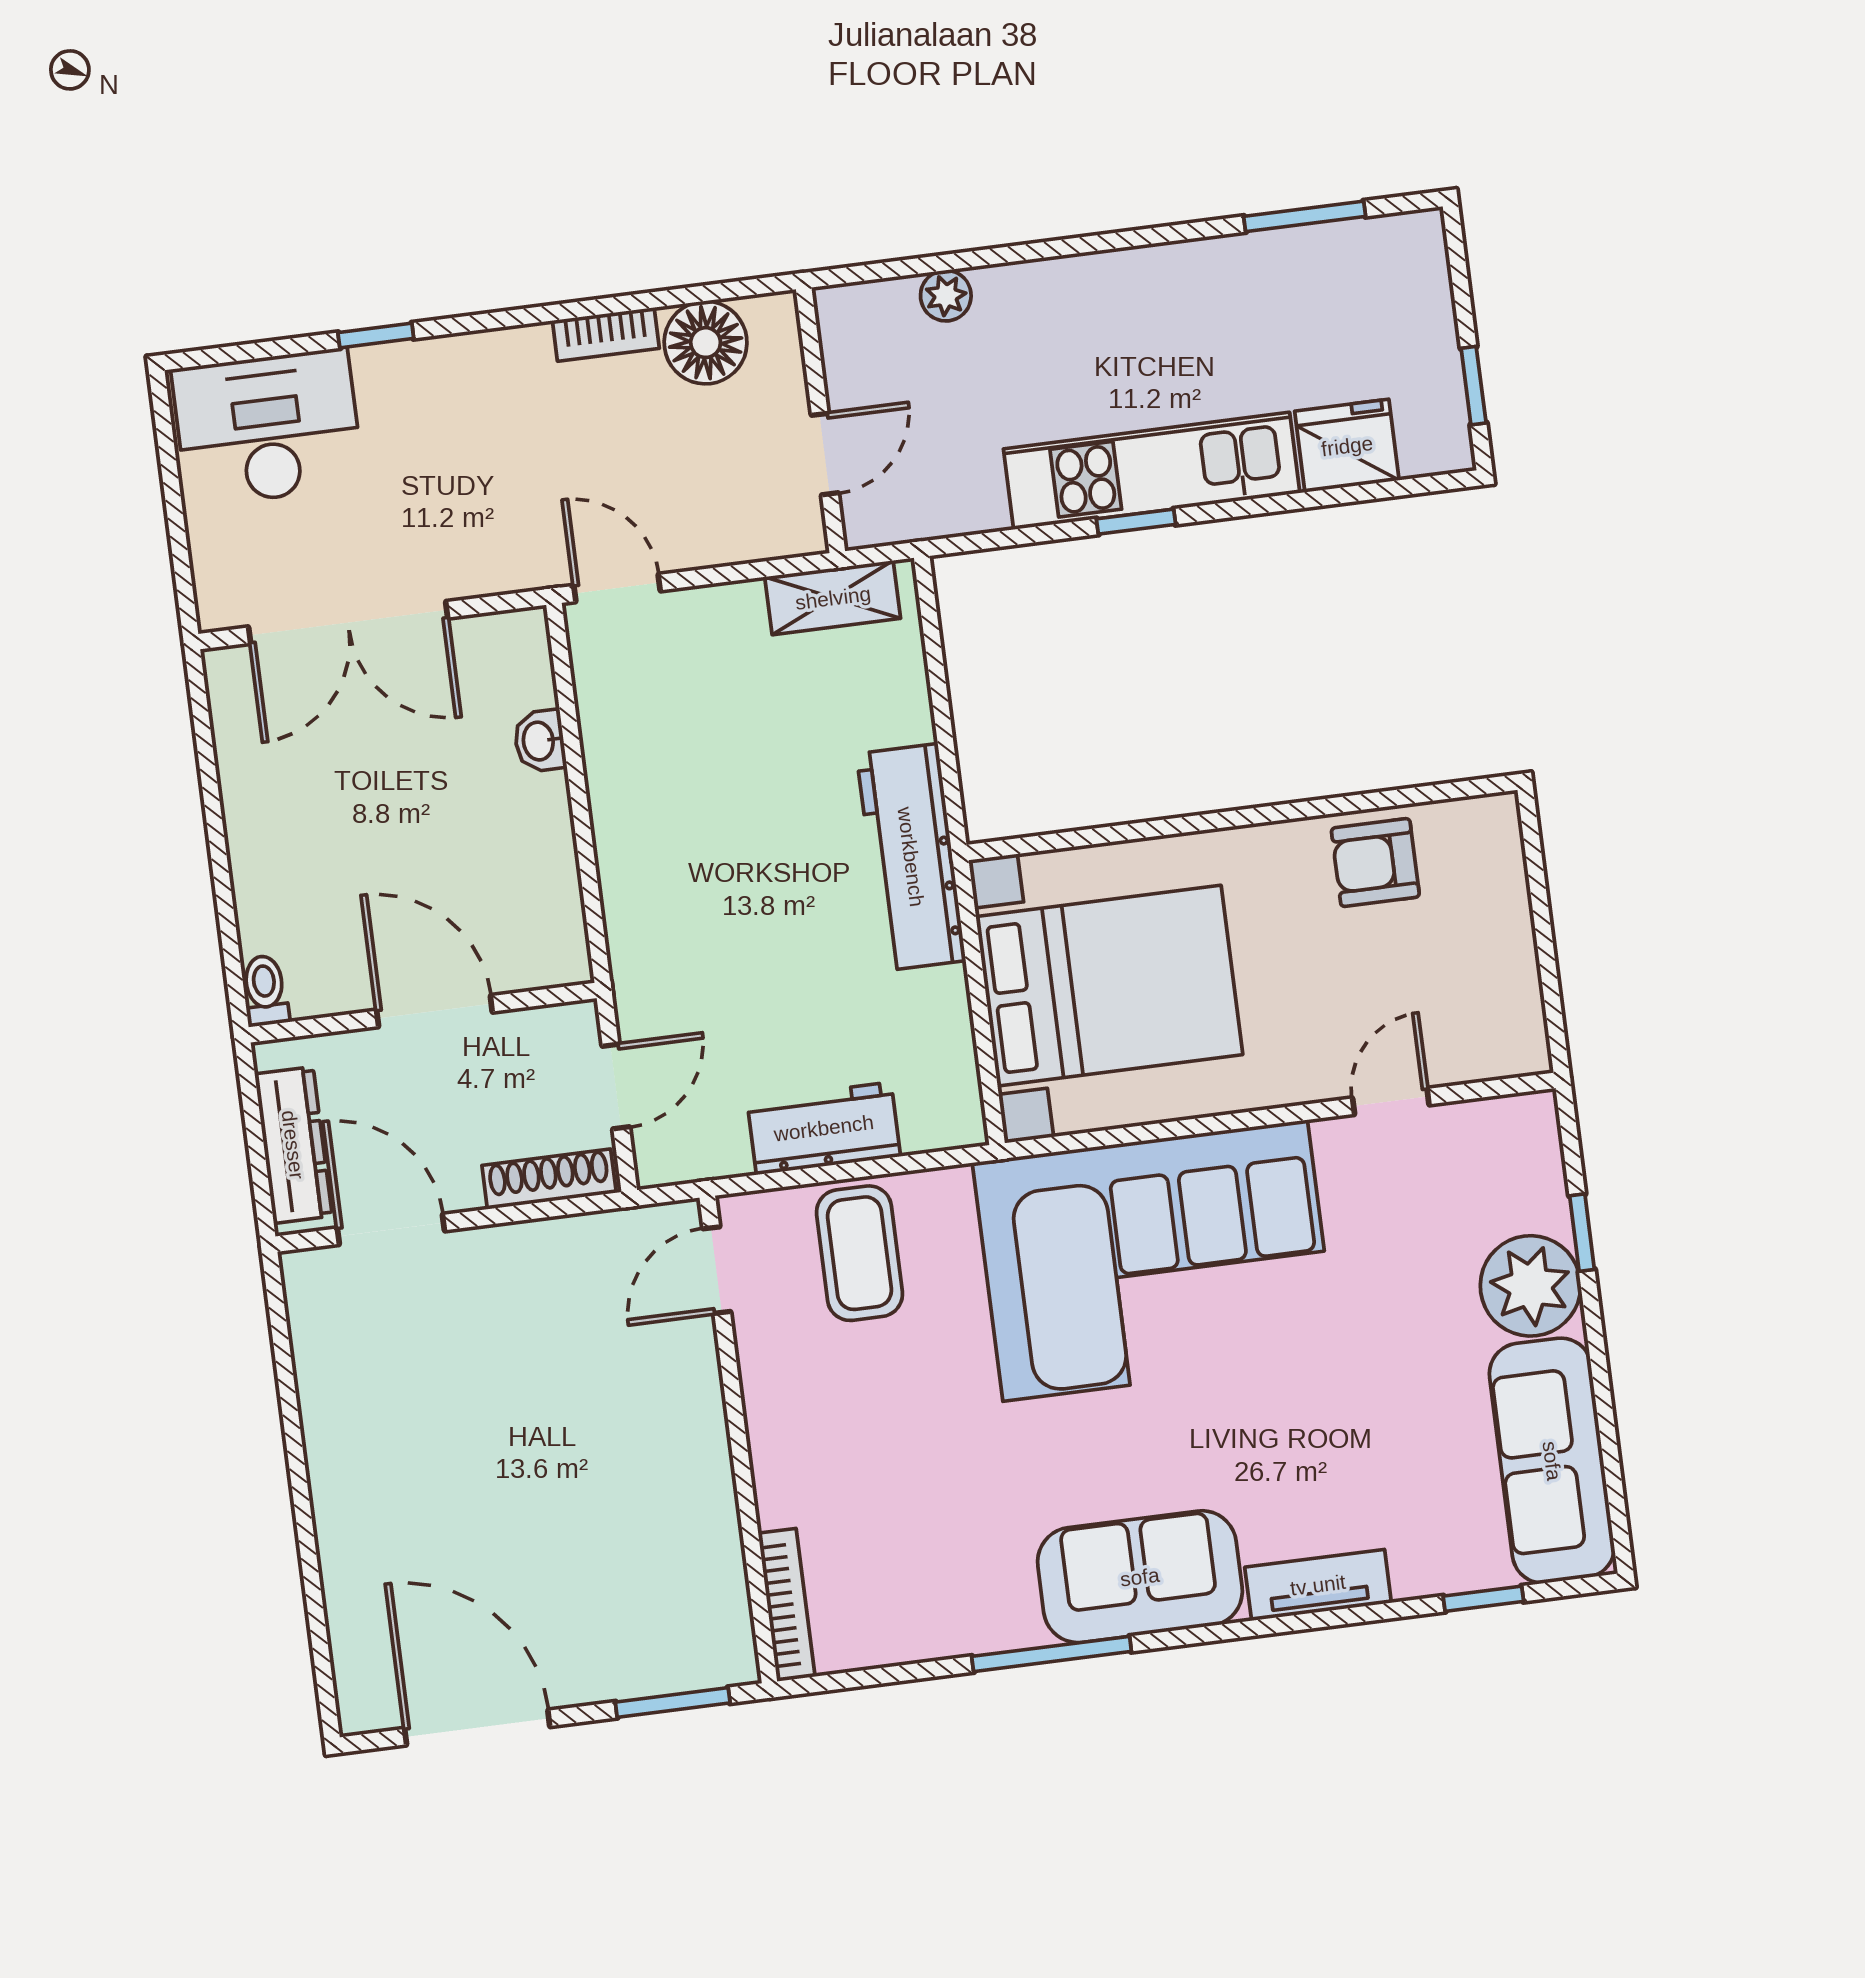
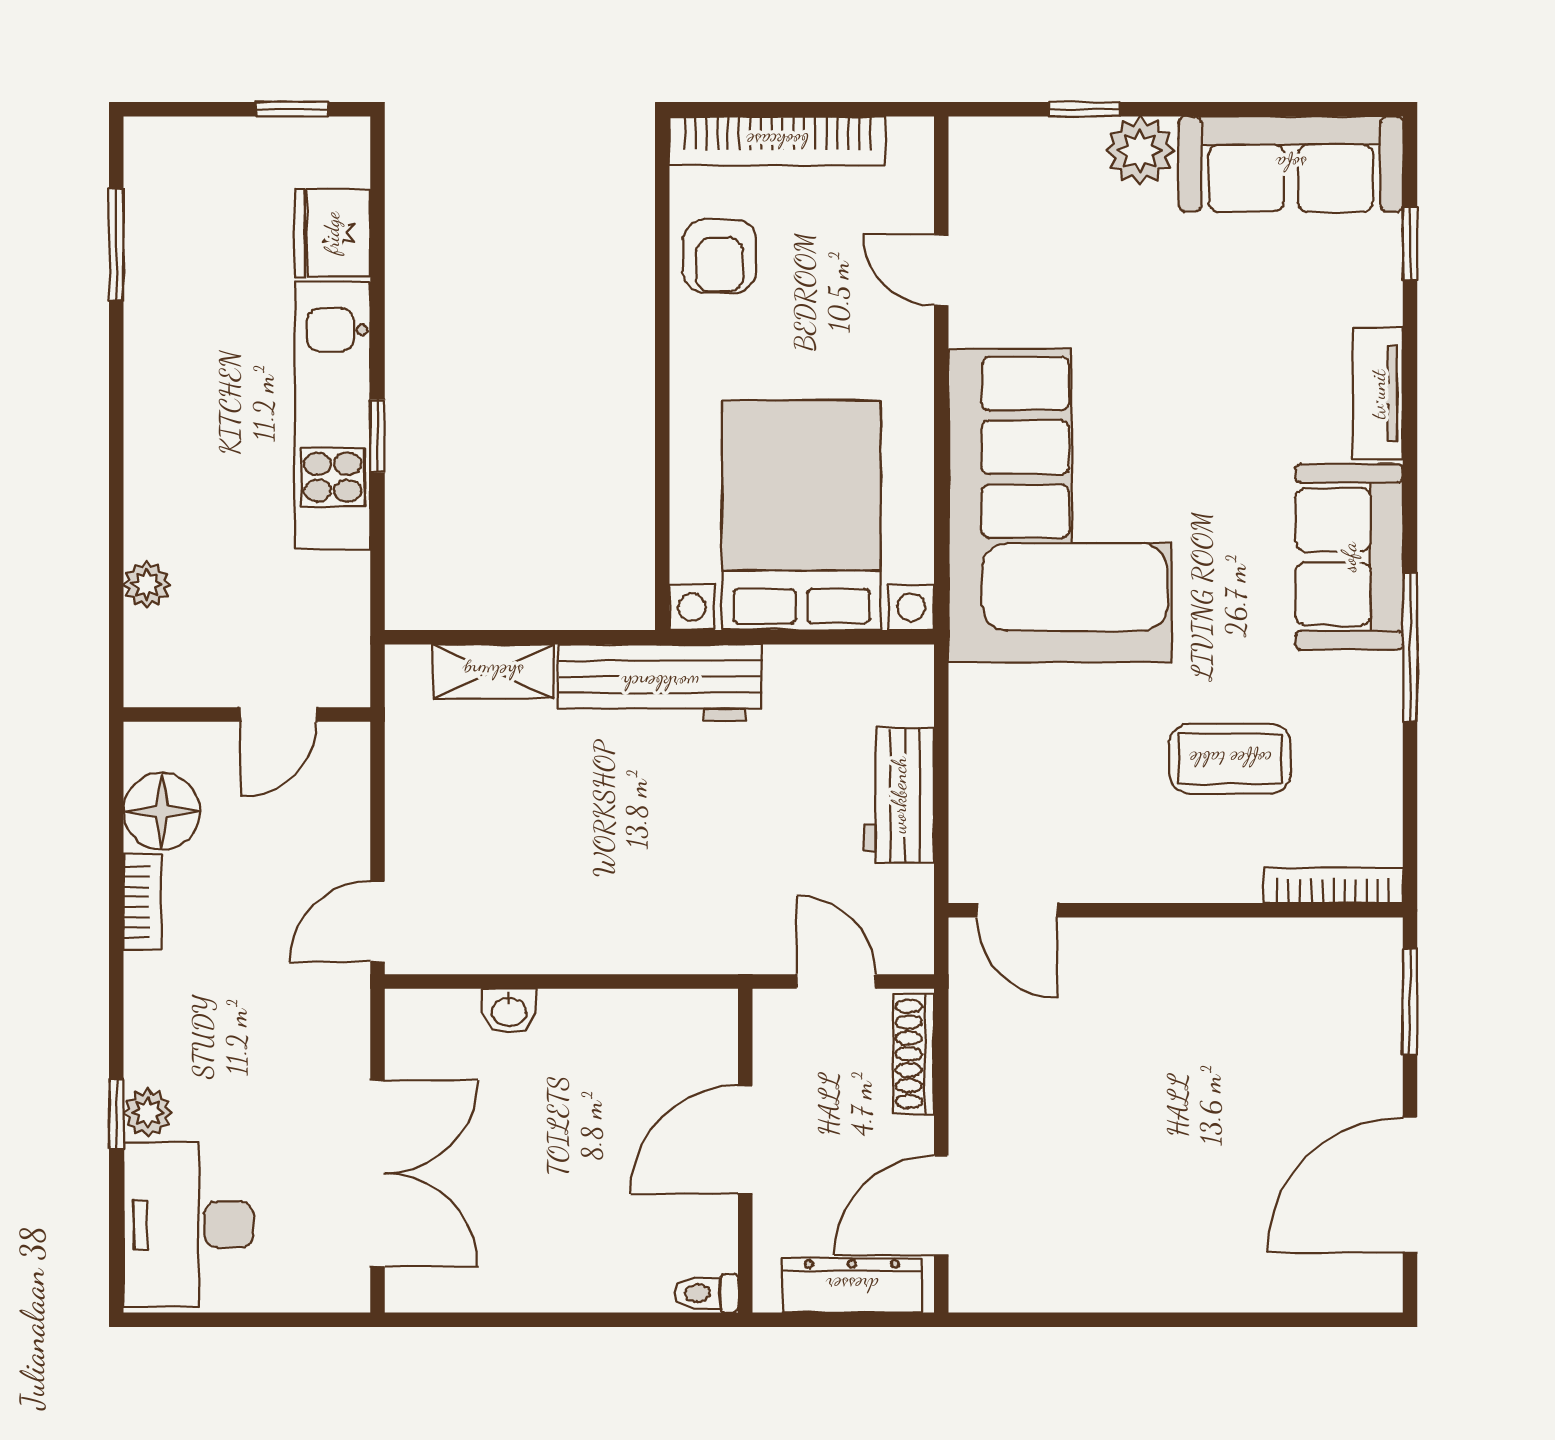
plant: (381, 369) -> (148, 1113), added
door: (825, 454) -> (279, 714), swing flipped
shelving: (833, 598) -> (493, 672), moved, turned 90
bookcase: (1506, 909) -> (777, 141), added
coffee table: (860, 1253) -> (1230, 759), moved
plant: (1530, 1286) -> (1140, 151), width x0.73, depth x0.73

